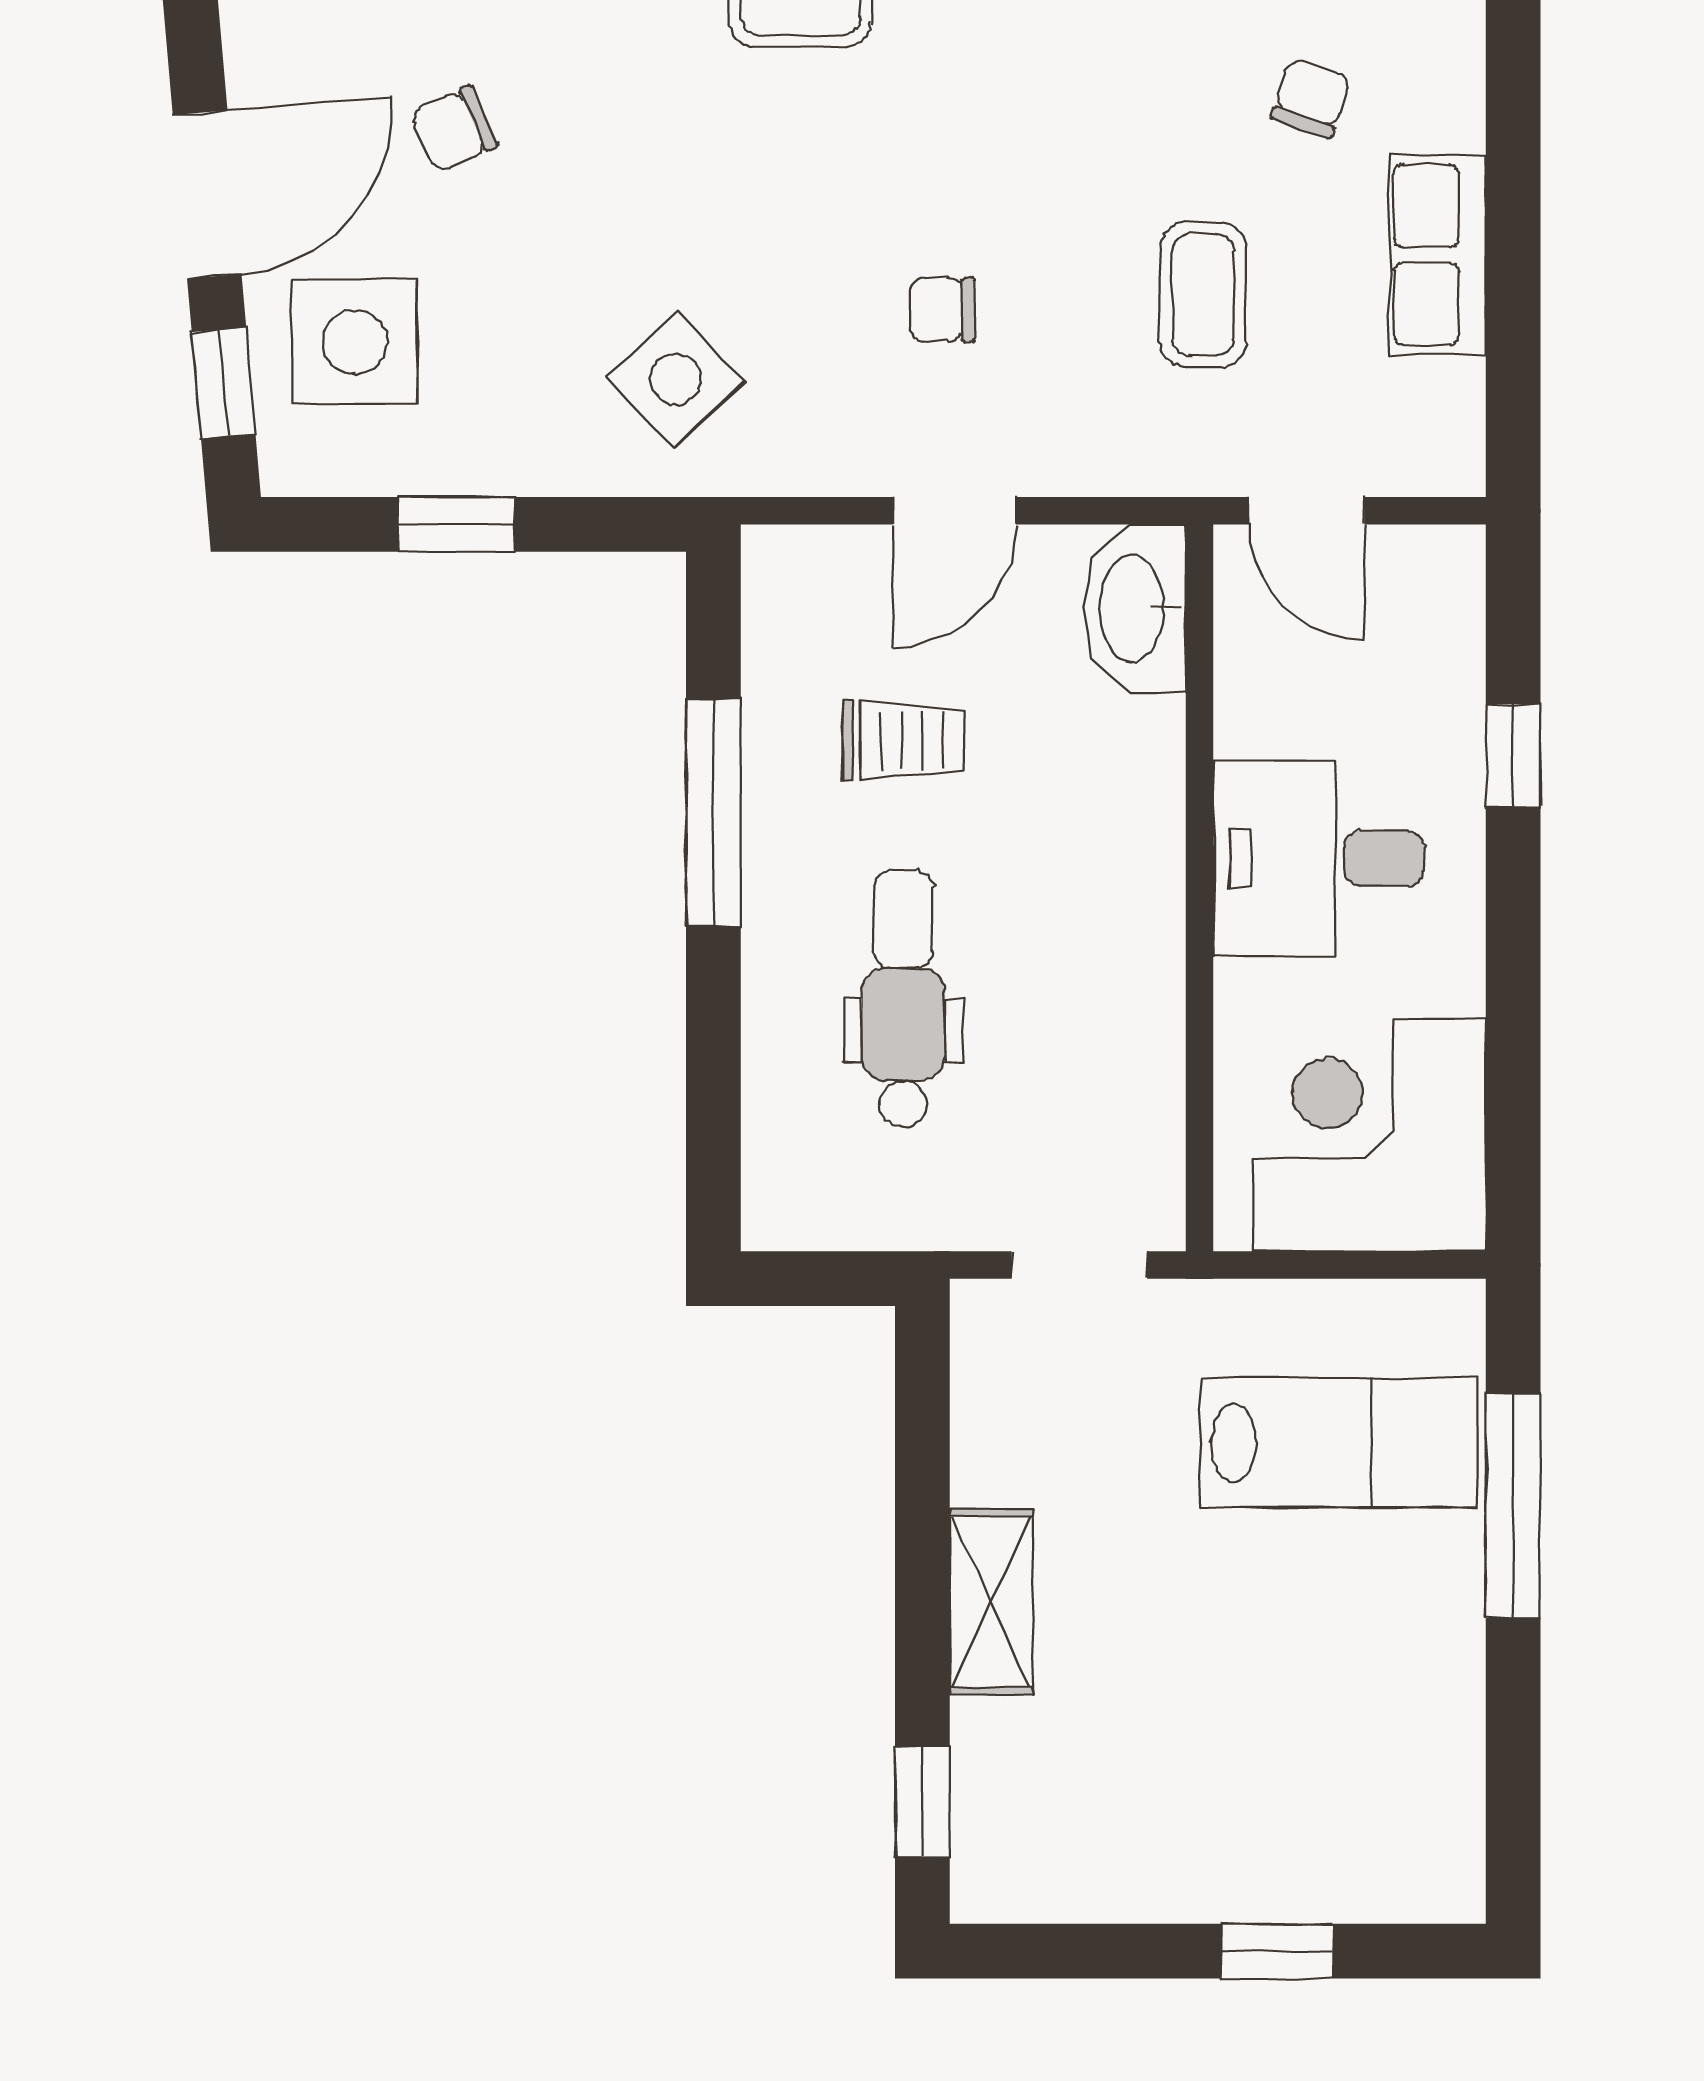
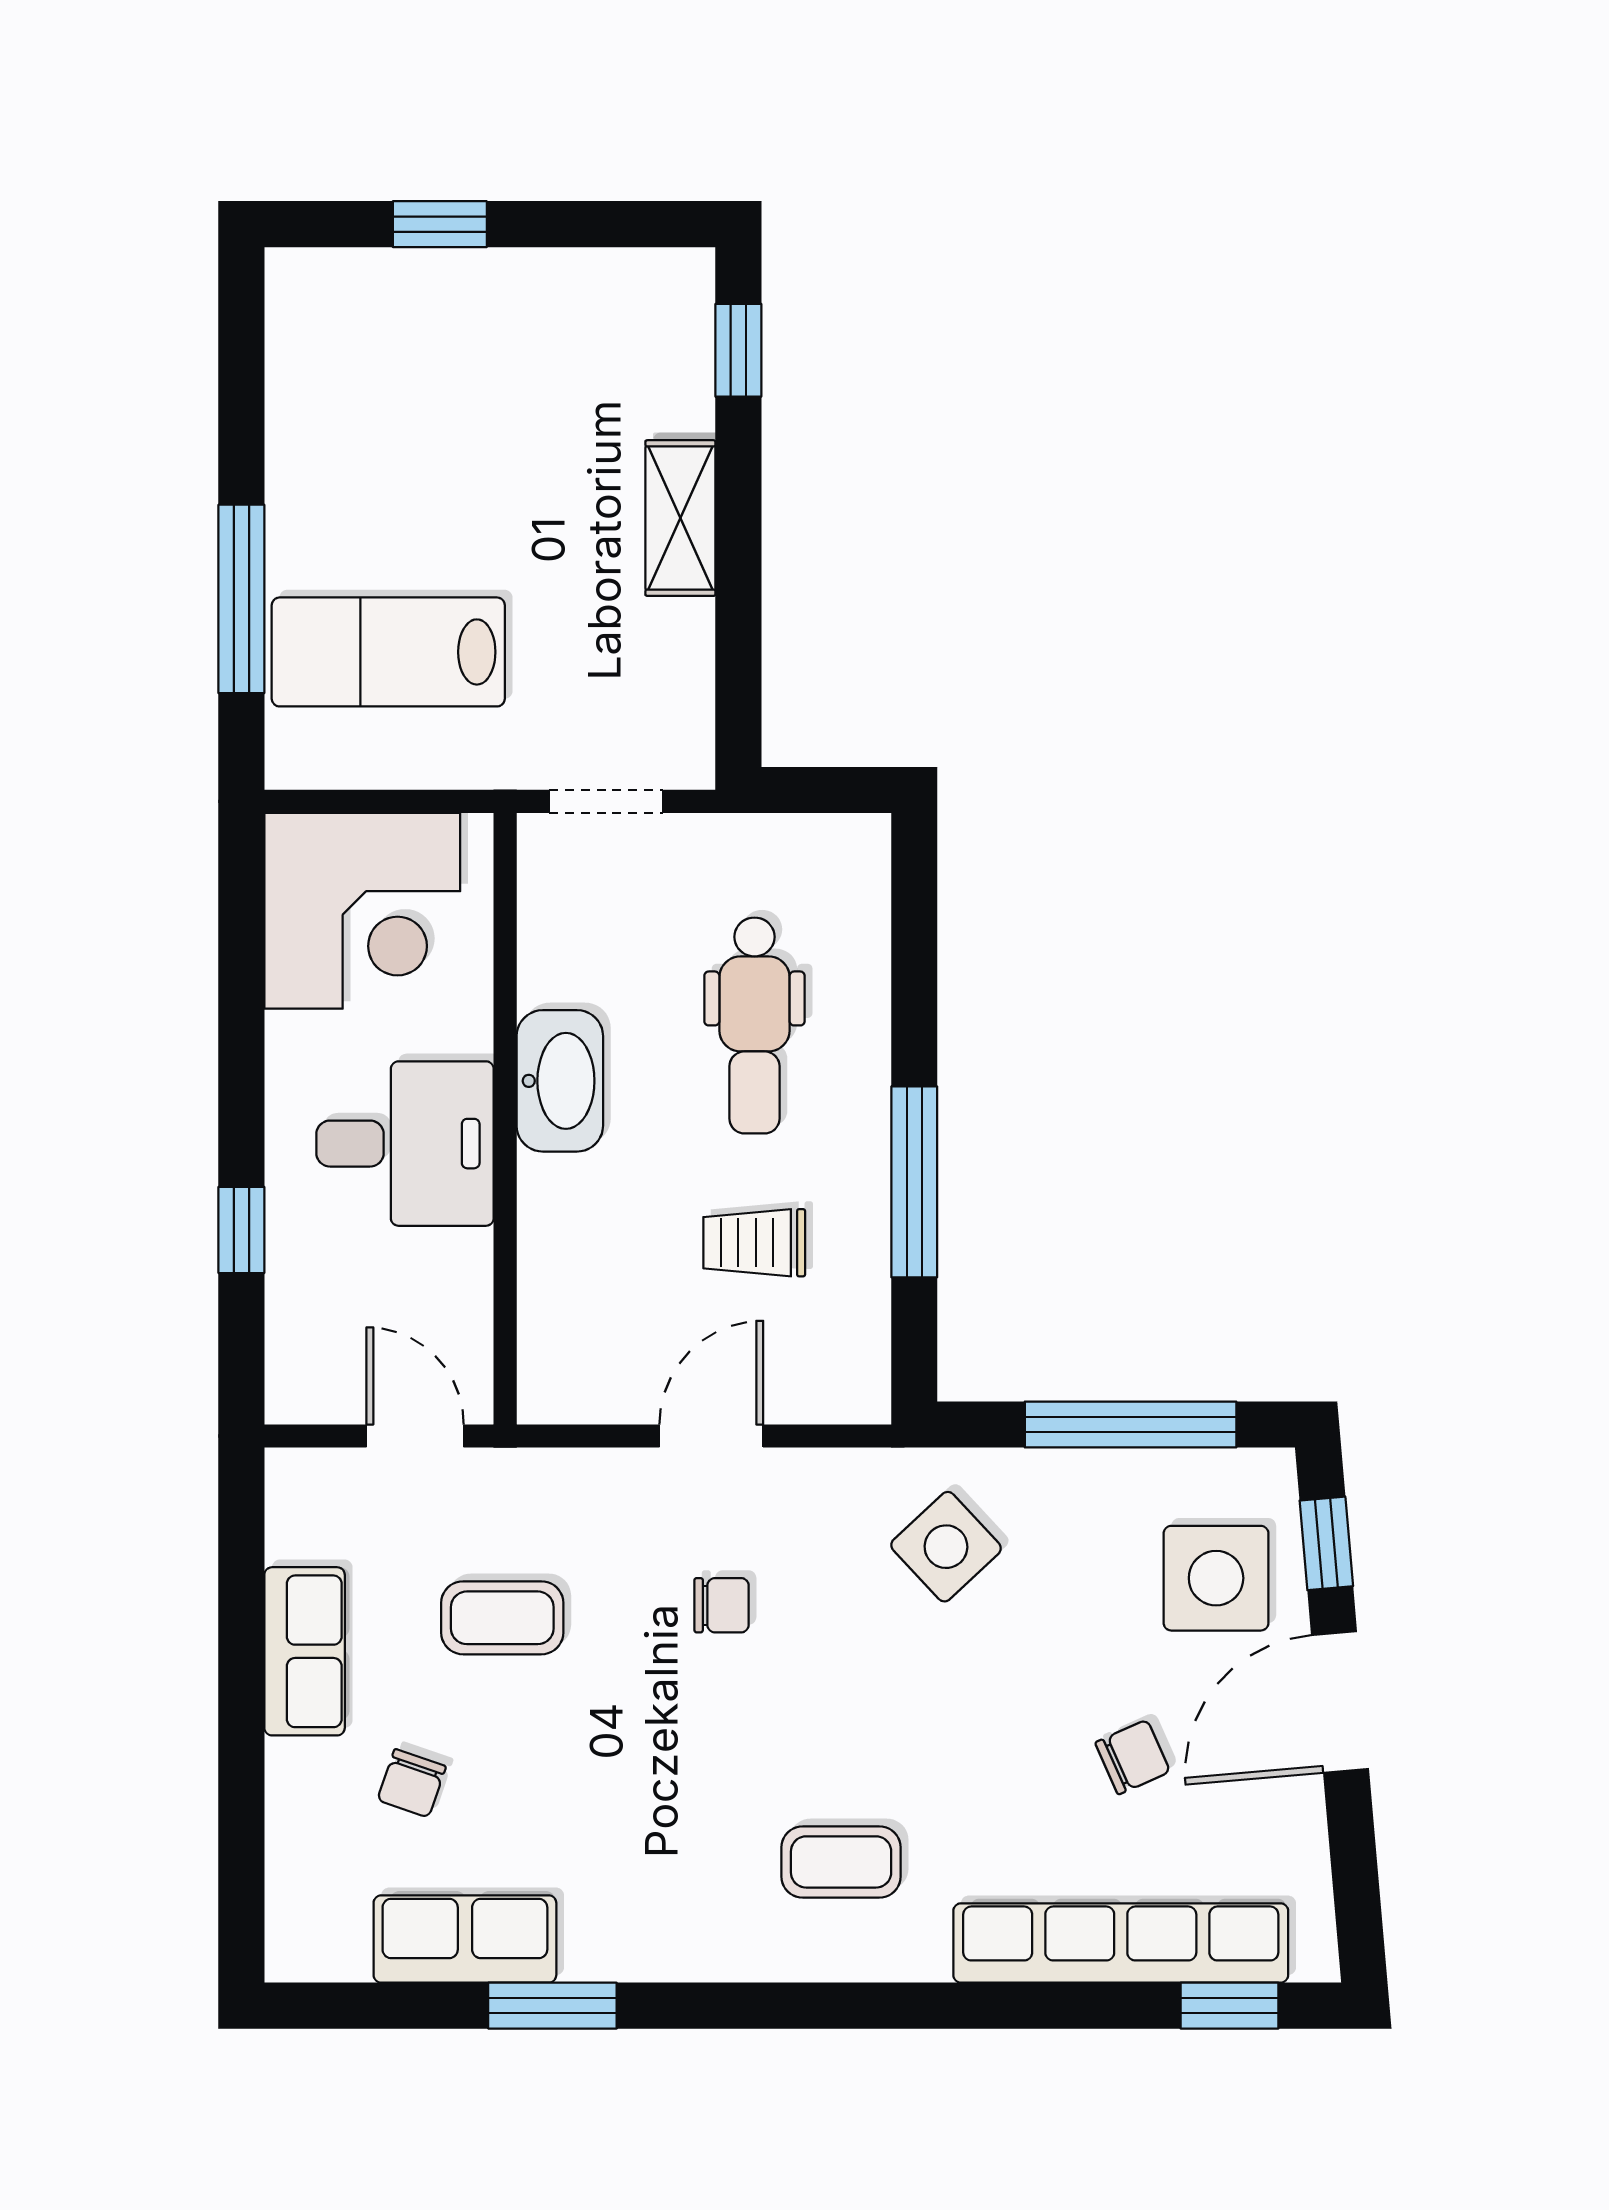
coffee table: (1203, 295) -> (502, 1618), turned 90
window: (456, 524) -> (1131, 1425), width x2.17
washbasin: (1135, 608) -> (560, 1081), moved

